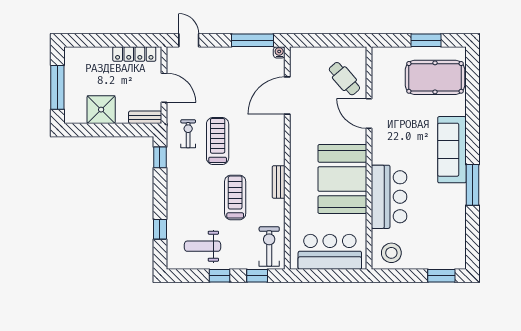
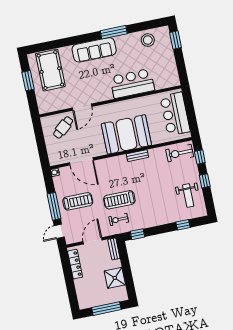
window: (253, 40) -> (54, 206), moved
booth: (342, 179) -> (126, 134), moved
treadmill: (235, 197) -> (78, 201), moved, turned 180
stool: (391, 253) -> (148, 40), moved

